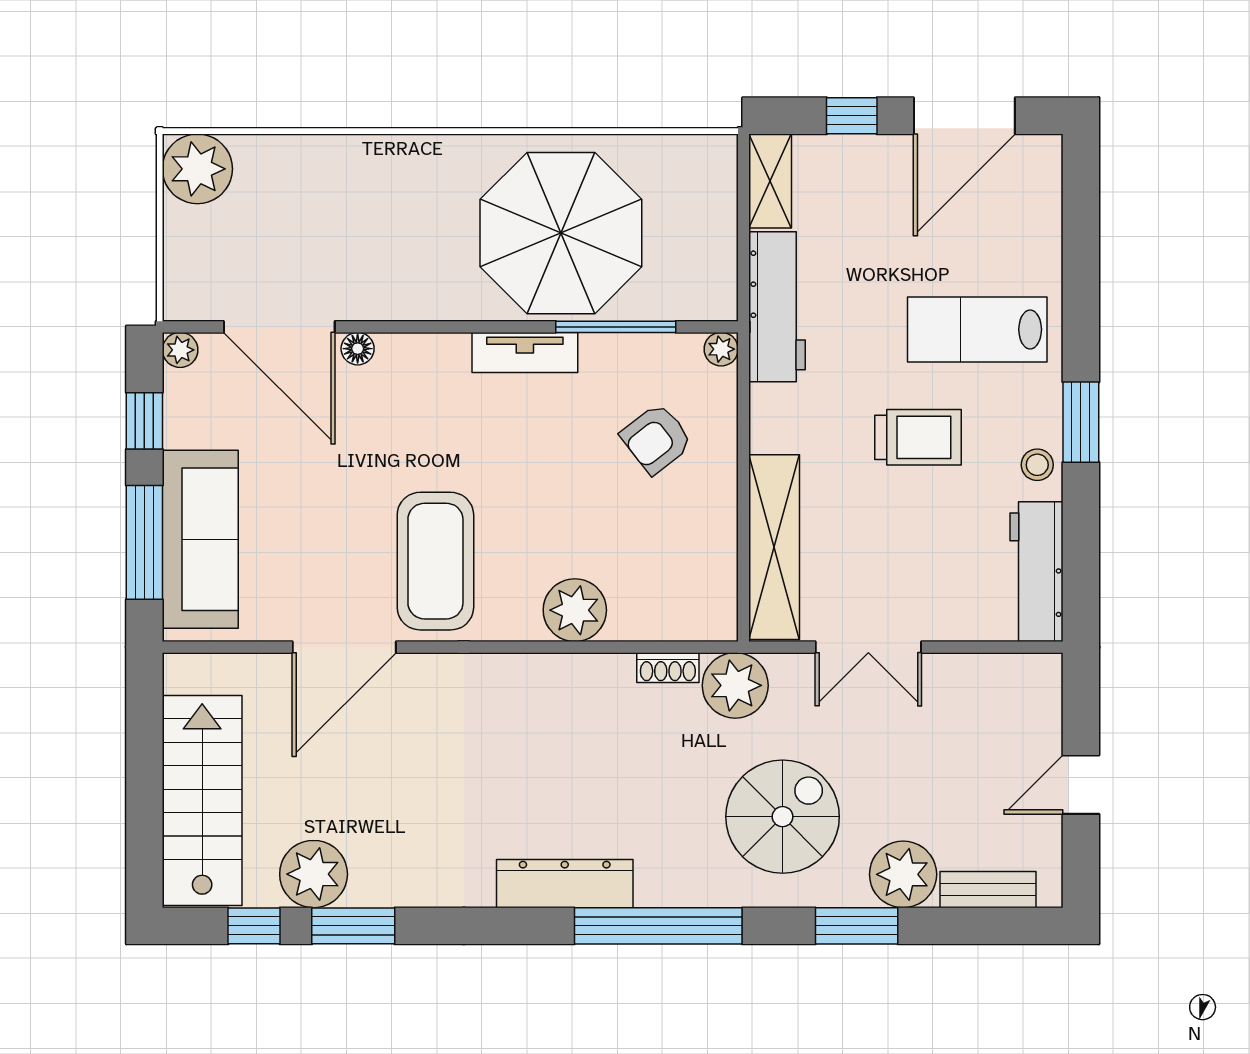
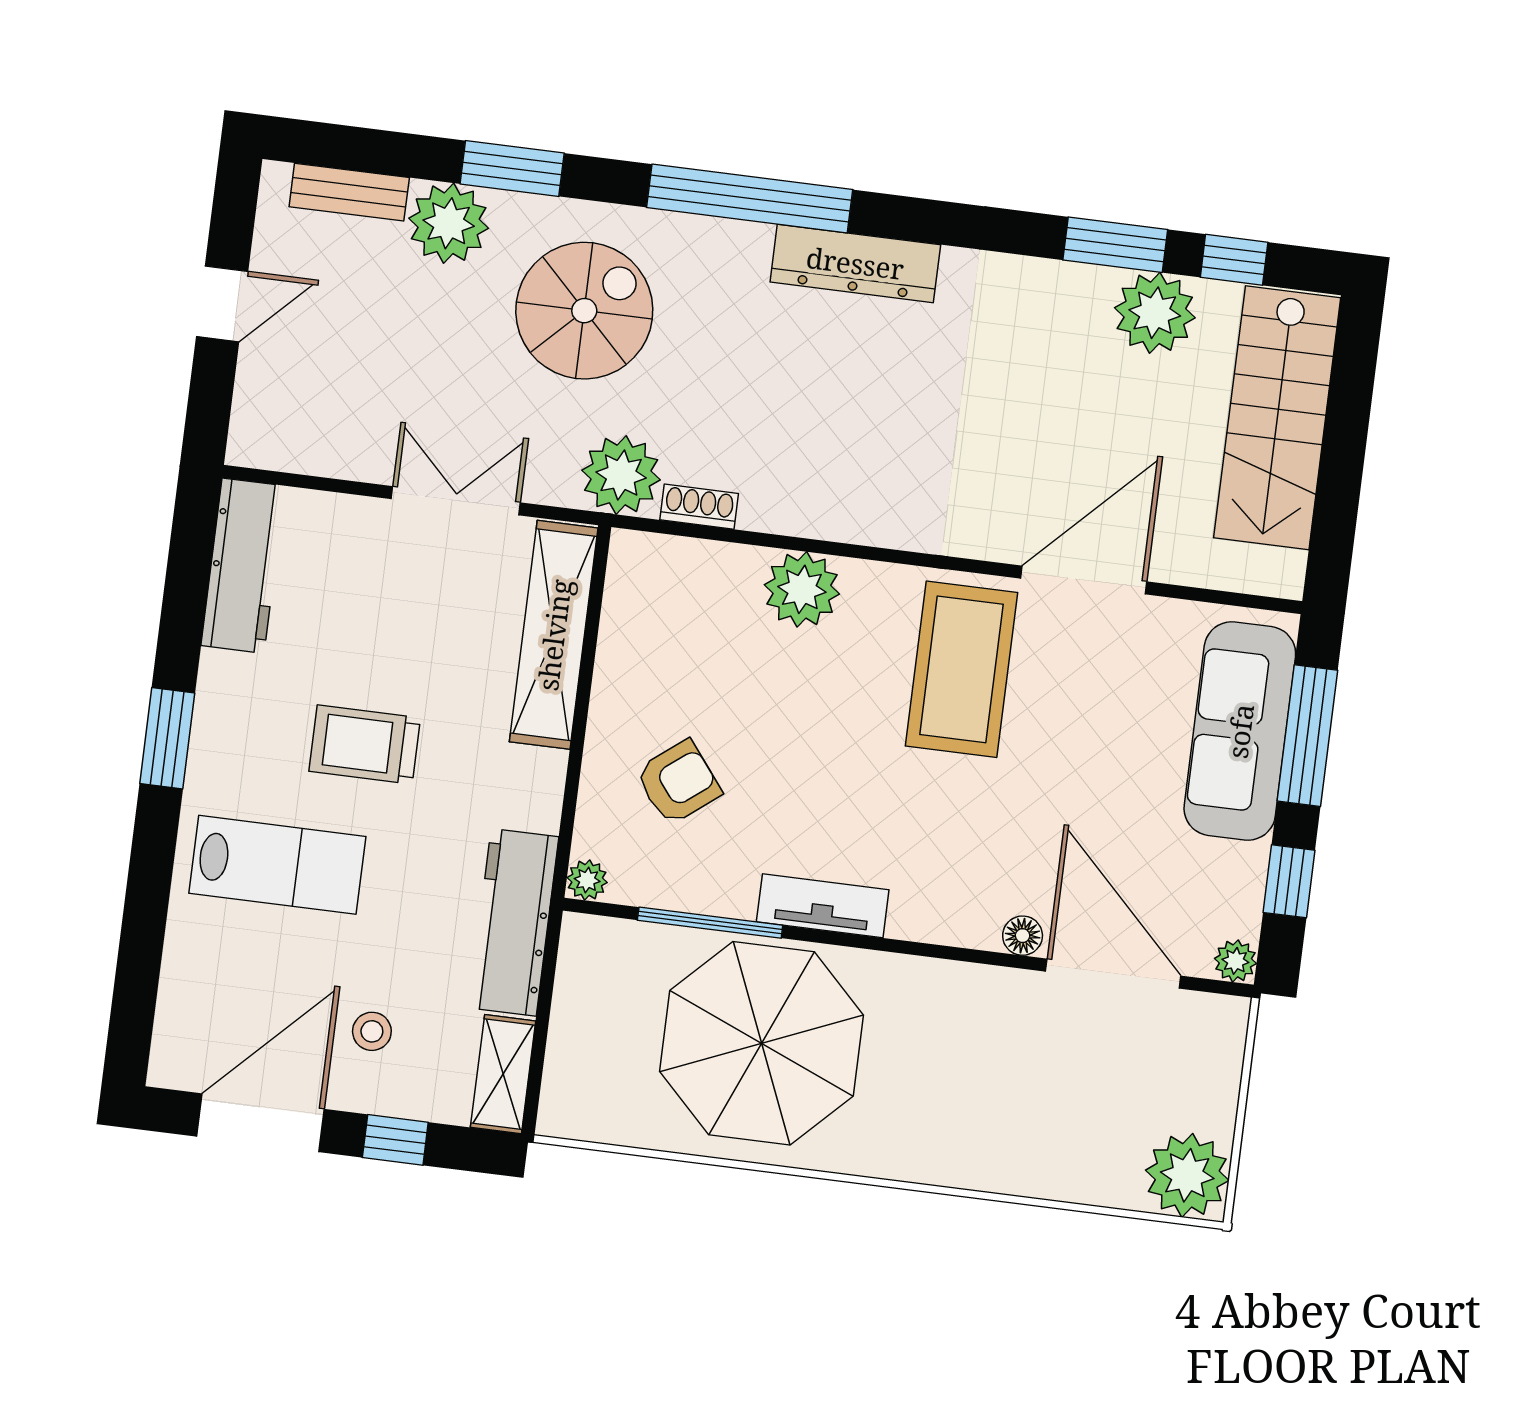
stool: (1037, 465) -> (372, 1031), moved
spiral stairs: (783, 817) -> (584, 311), turned 180

